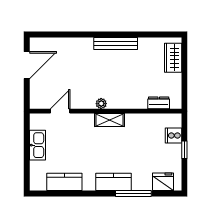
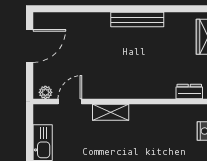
plant: (101, 104) -> (45, 92), moved
shelving: (109, 120) -> (111, 112), moved

